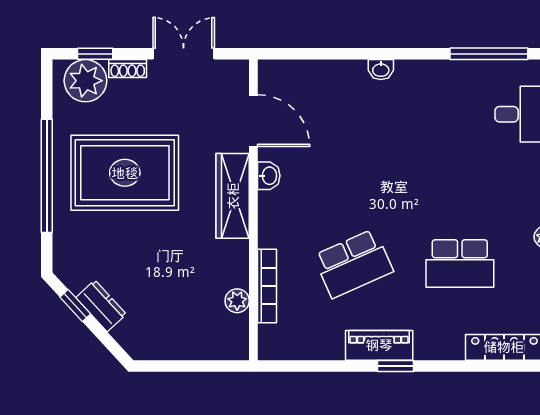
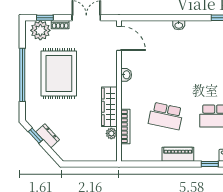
door: (253, 121) -> (119, 38), moved
rug: (125, 173) -> (59, 73), turned 90
wardrobe: (233, 196) -> (109, 107), moved
school desk: (353, 264) -> (166, 116), turned 36
window: (395, 366) -> (210, 164), moved

